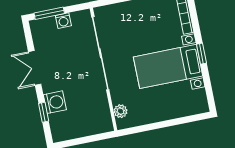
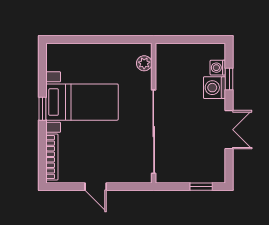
window: (49, 13) -> (201, 187), width x0.67
washing machine: (63, 21) -> (218, 68), moved, turned -90

